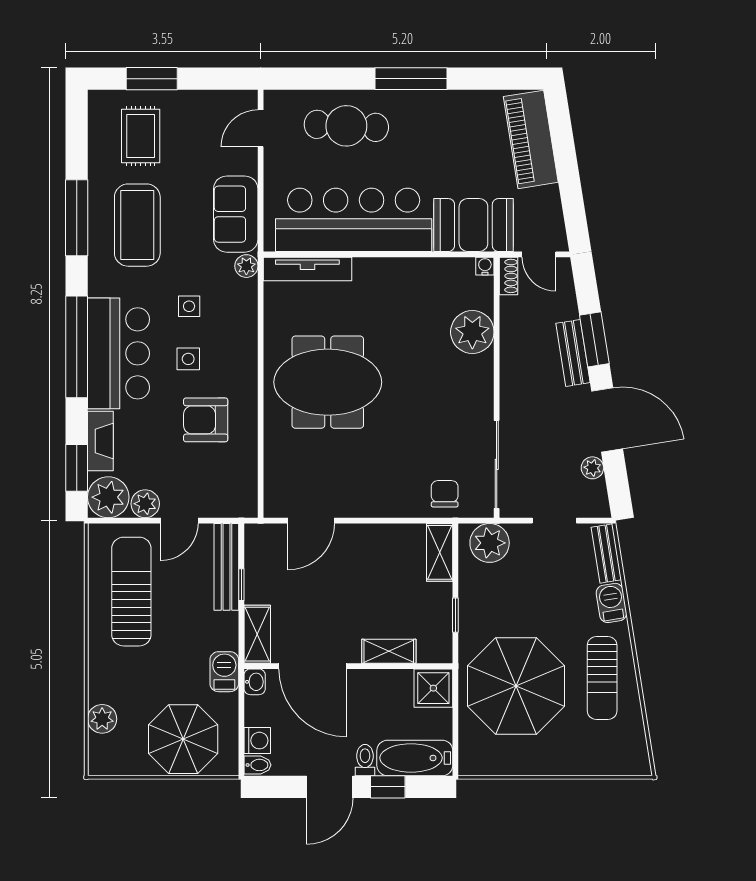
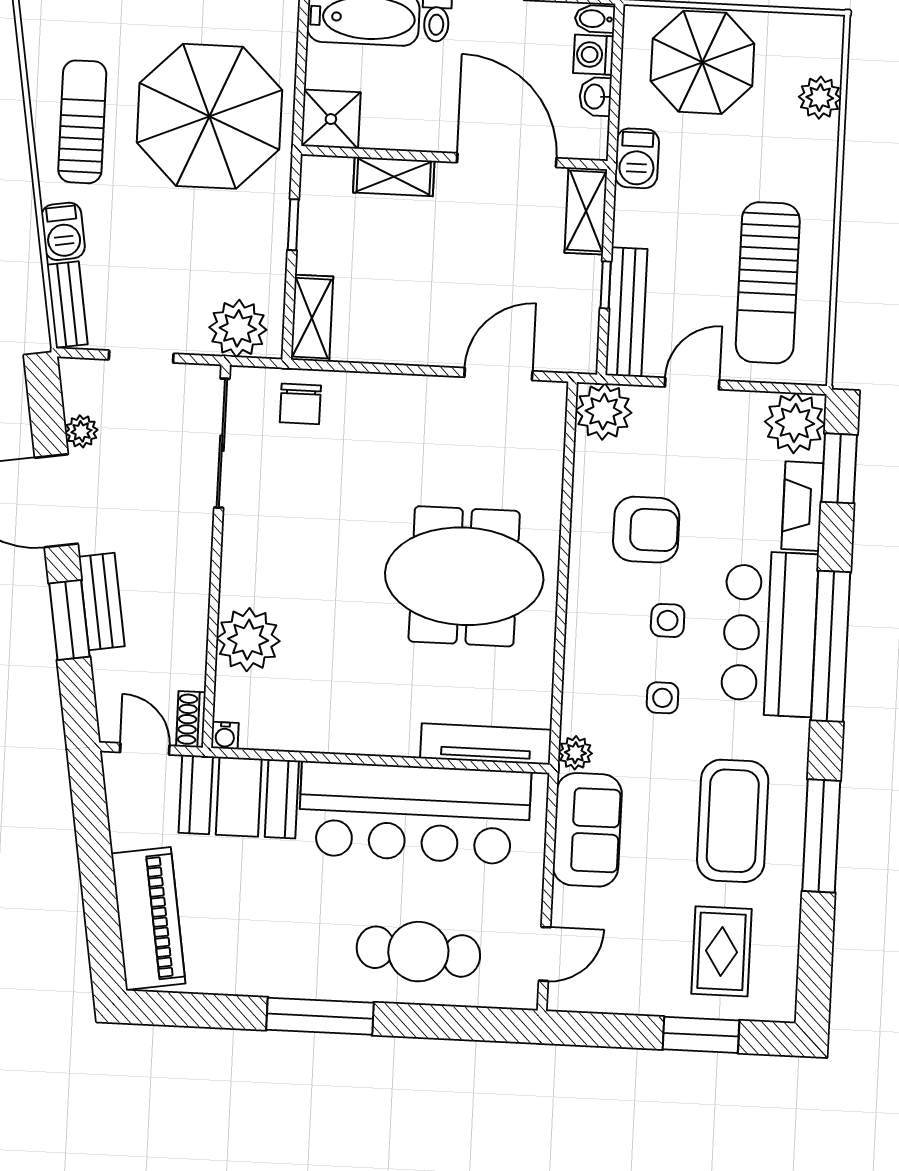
plant: (145, 504) -> (603, 412), moved, width x1.36, depth x1.36
washbasin: (255, 682) -> (595, 97), moved

